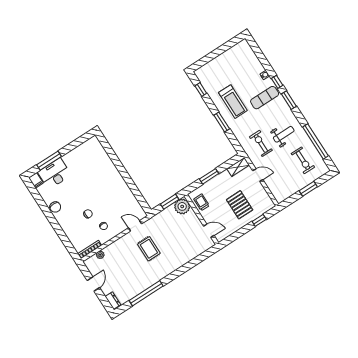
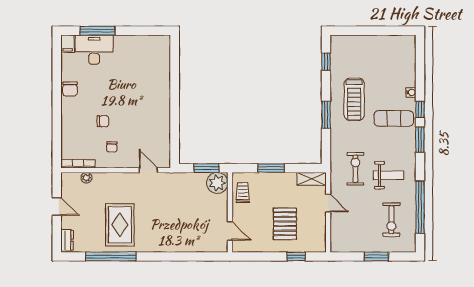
rug: (149, 249) -> (120, 225), moved, width x1.36, depth x1.43
door: (93, 284) -> (57, 206), hinge flipped

